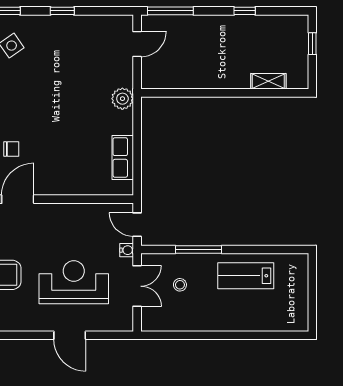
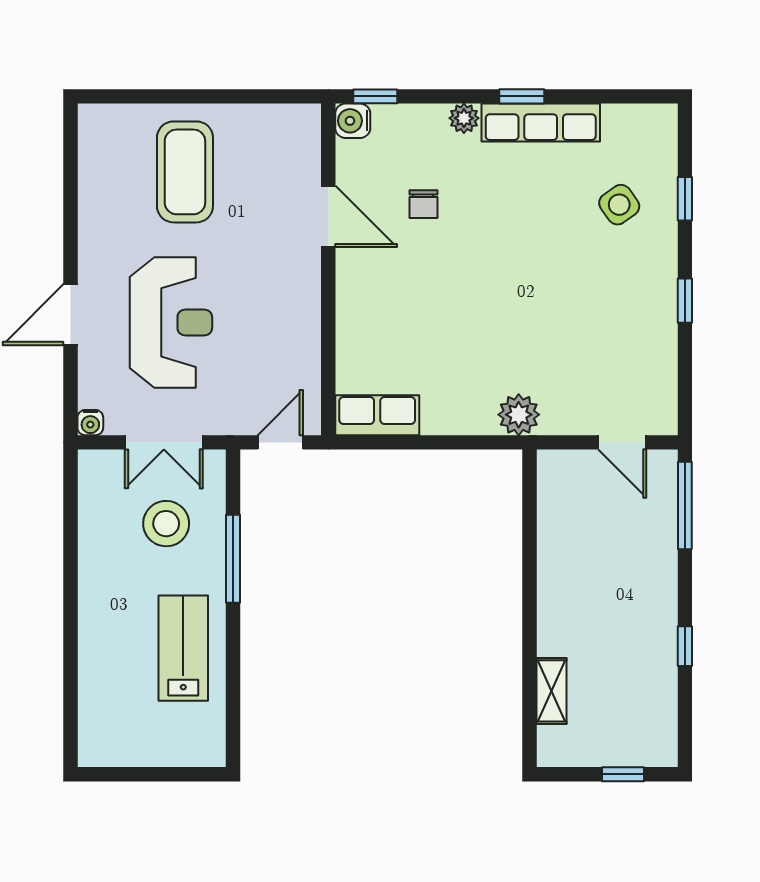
row of seats: (123, 157) -> (377, 415), moved
water cooler: (127, 250) -> (90, 423), moved
stool: (180, 285) -> (166, 524), width x1.89, depth x1.89

